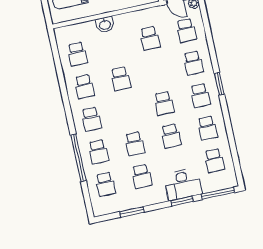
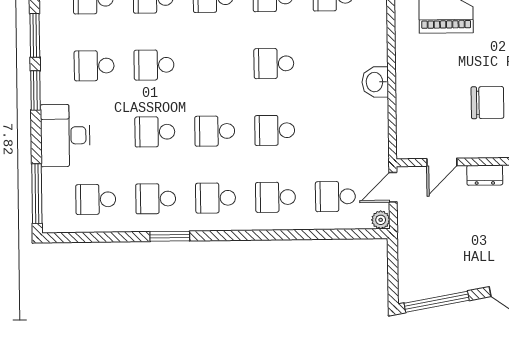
washbasin: (105, 25) -> (375, 82), moved
school desk: (150, 38) -> (275, 130), moved
window: (219, 84) -> (170, 236), moved
window: (182, 201) -> (36, 90), moved

